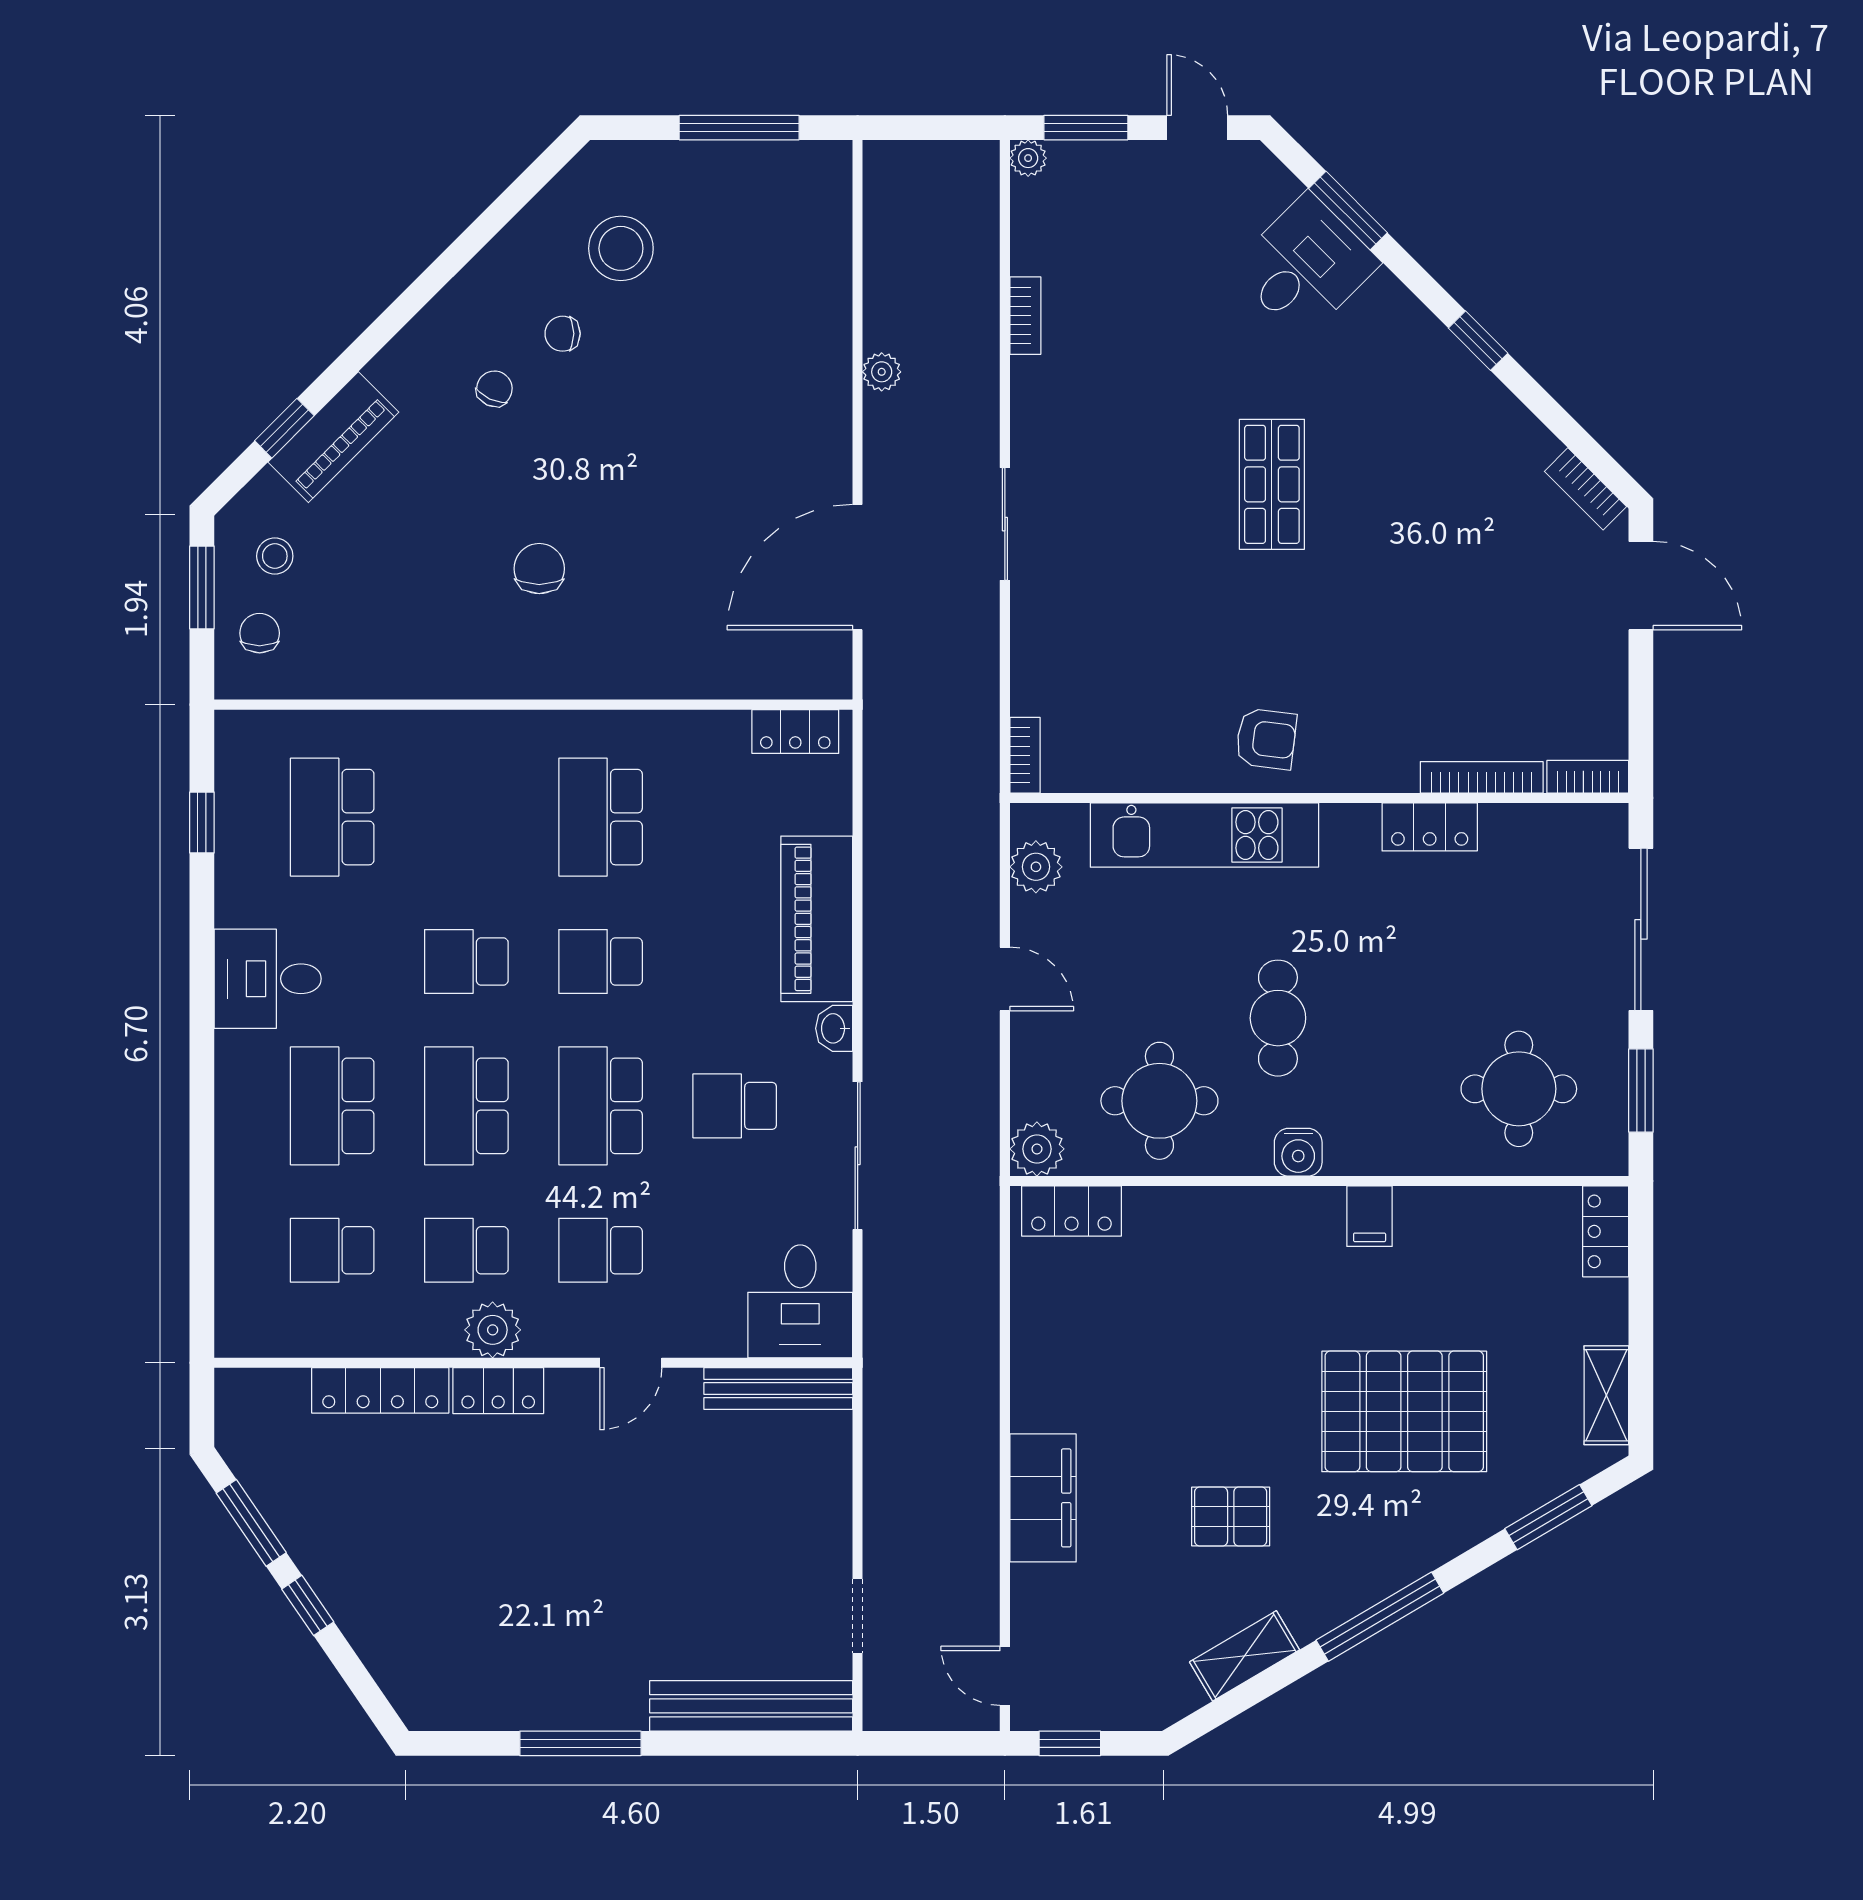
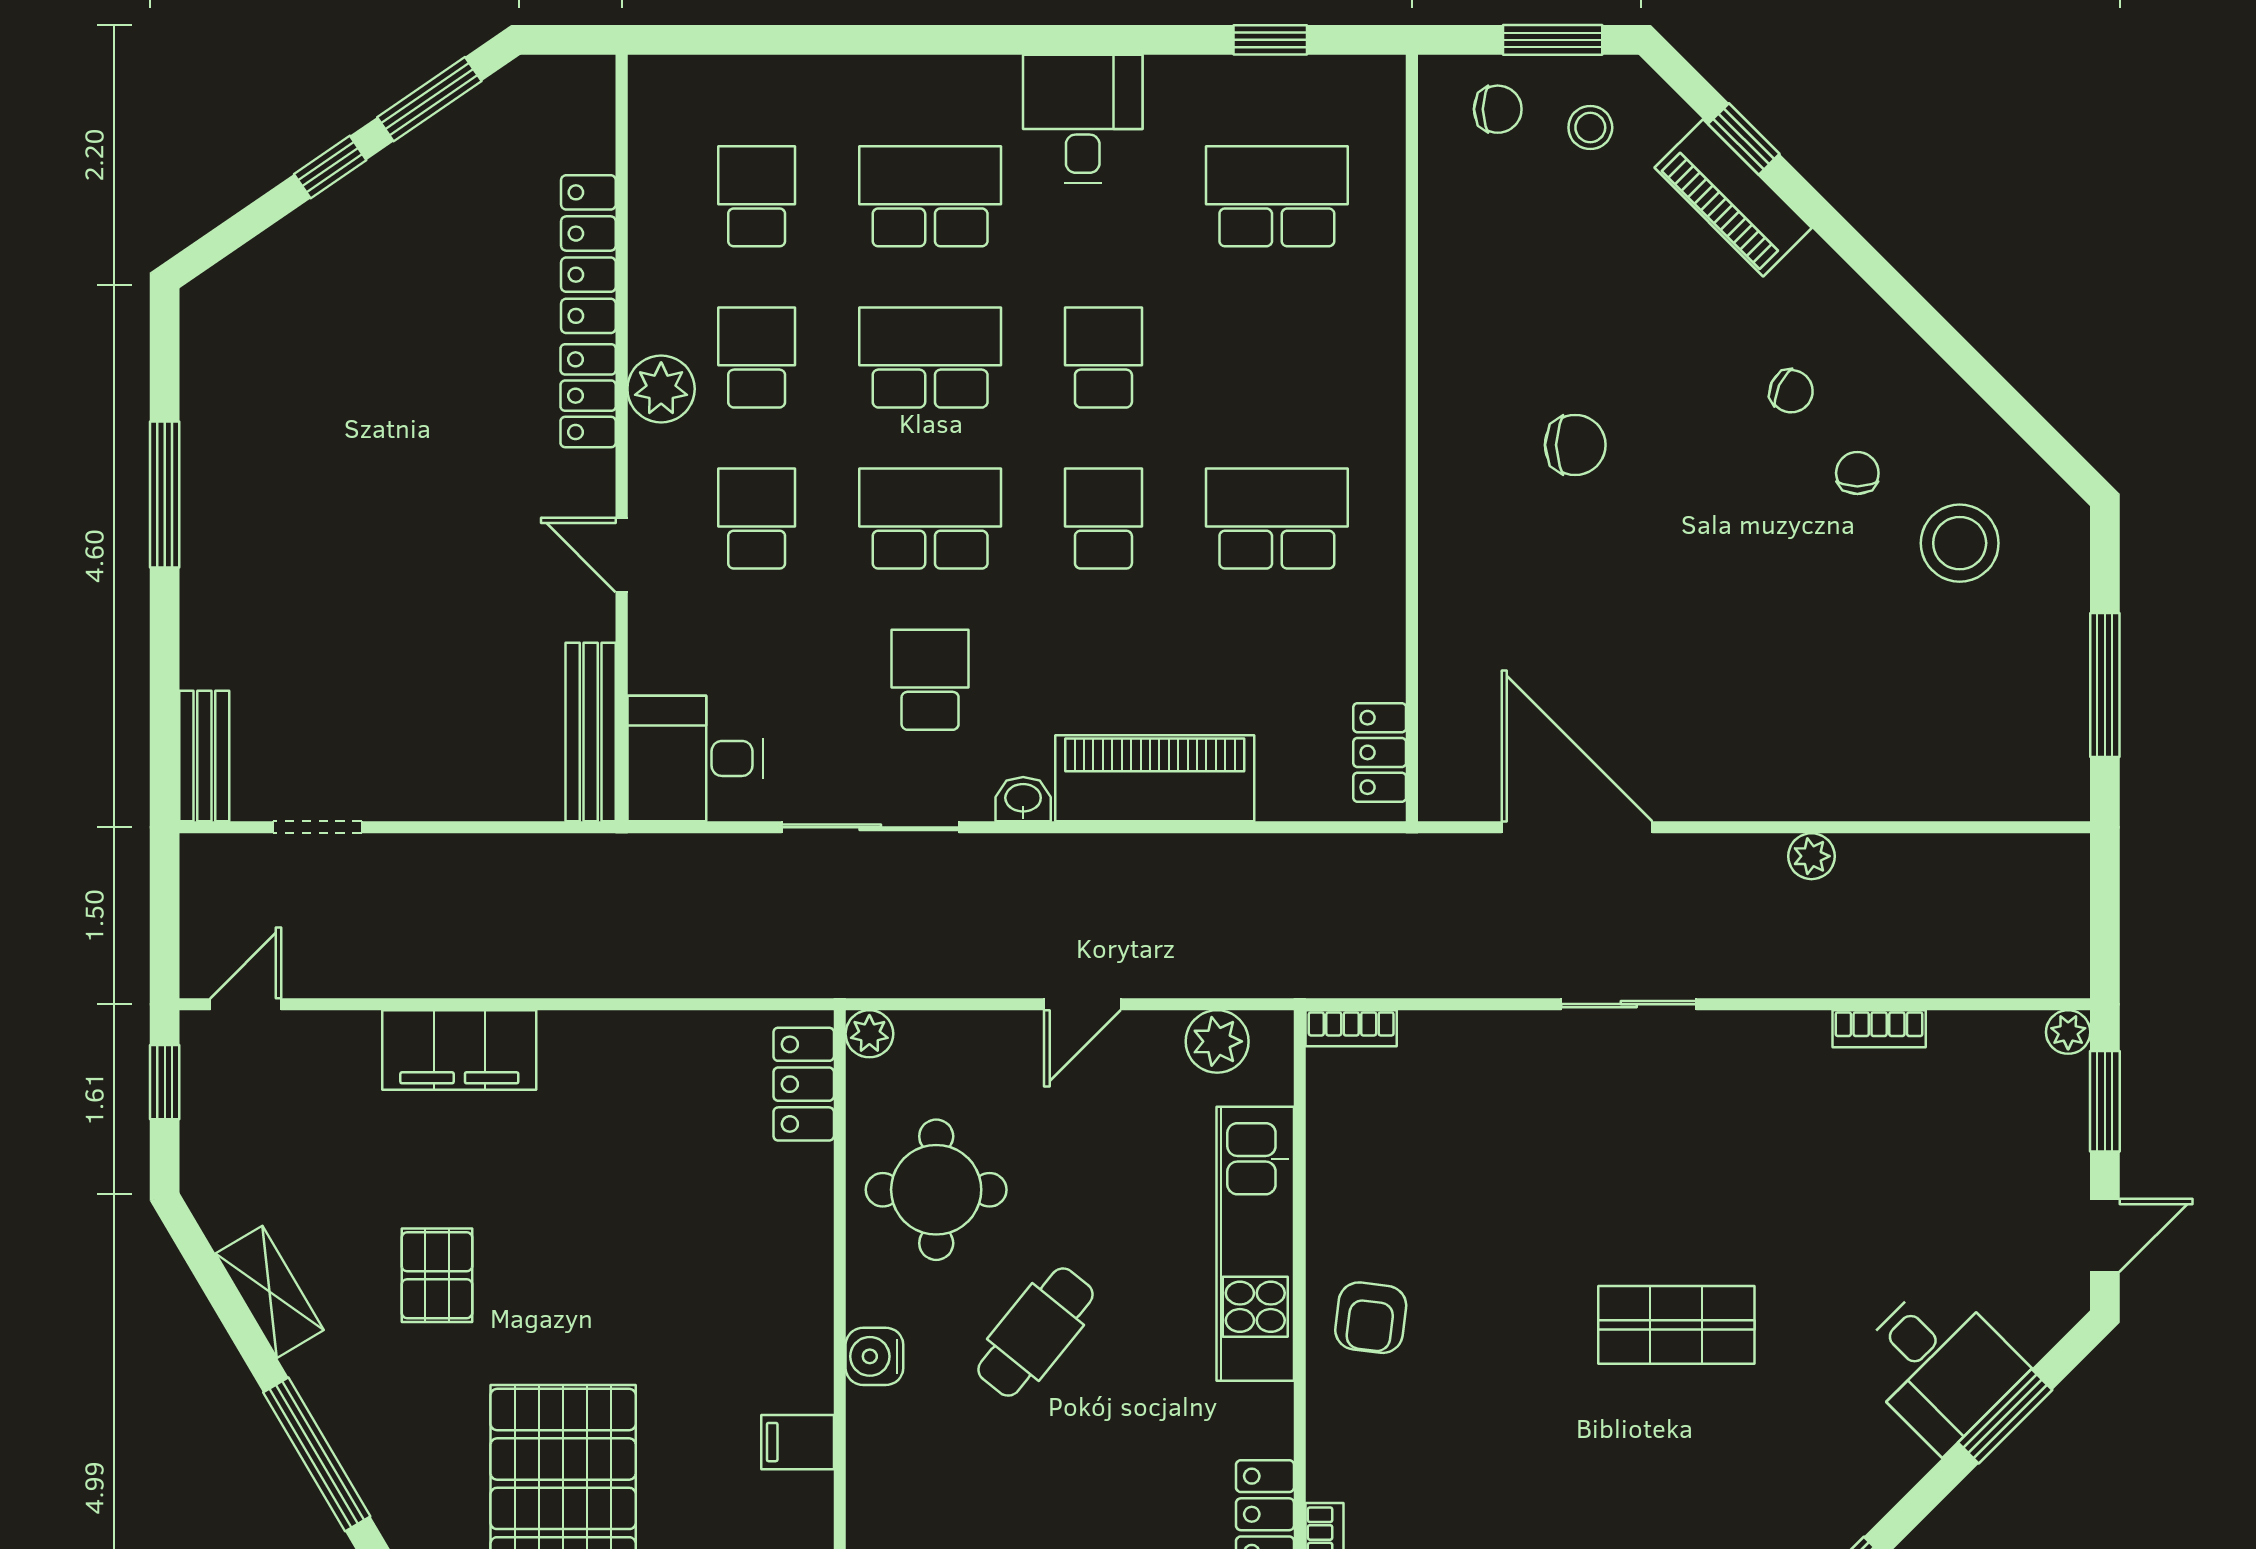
cafe table: (1278, 1018) -> (1035, 1332), turned -51
plant: (1037, 1149) -> (869, 1034), width x0.73, depth x0.73
bench: (751, 1706) -> (204, 756), width x0.54, depth x0.82

